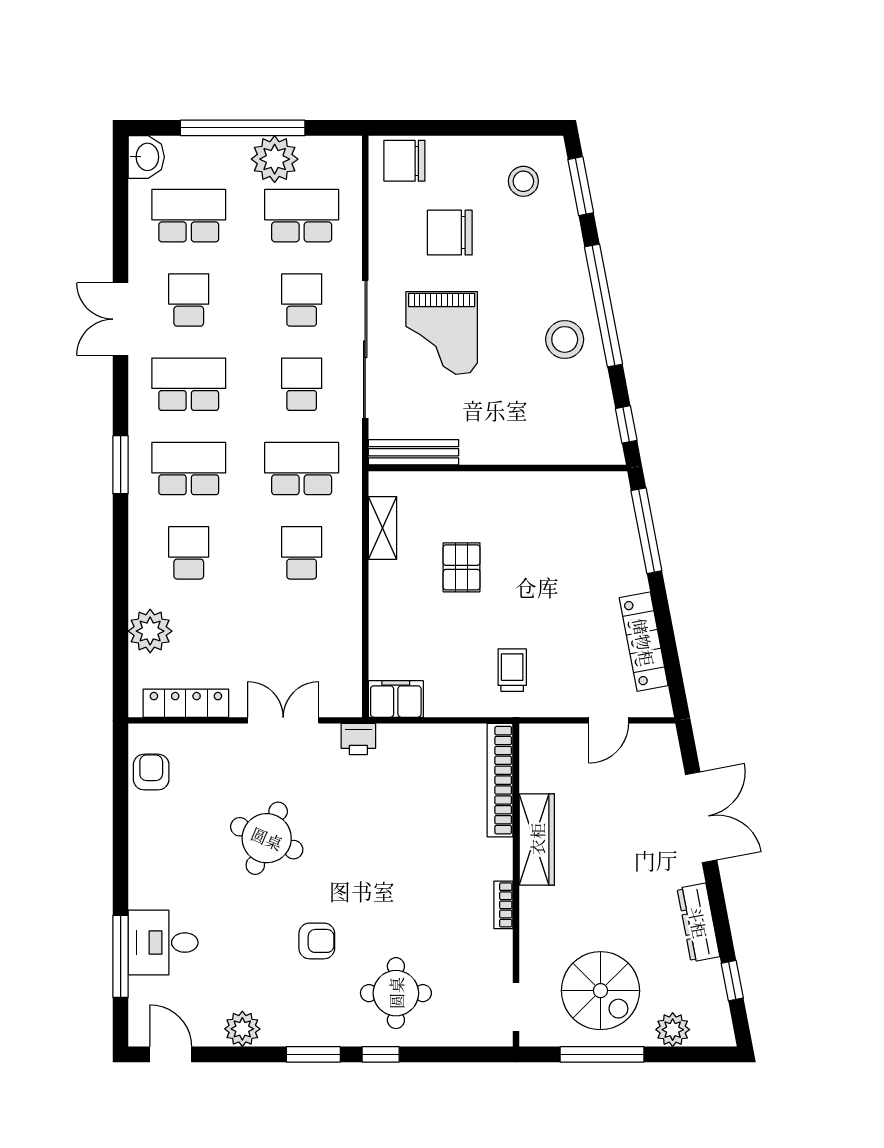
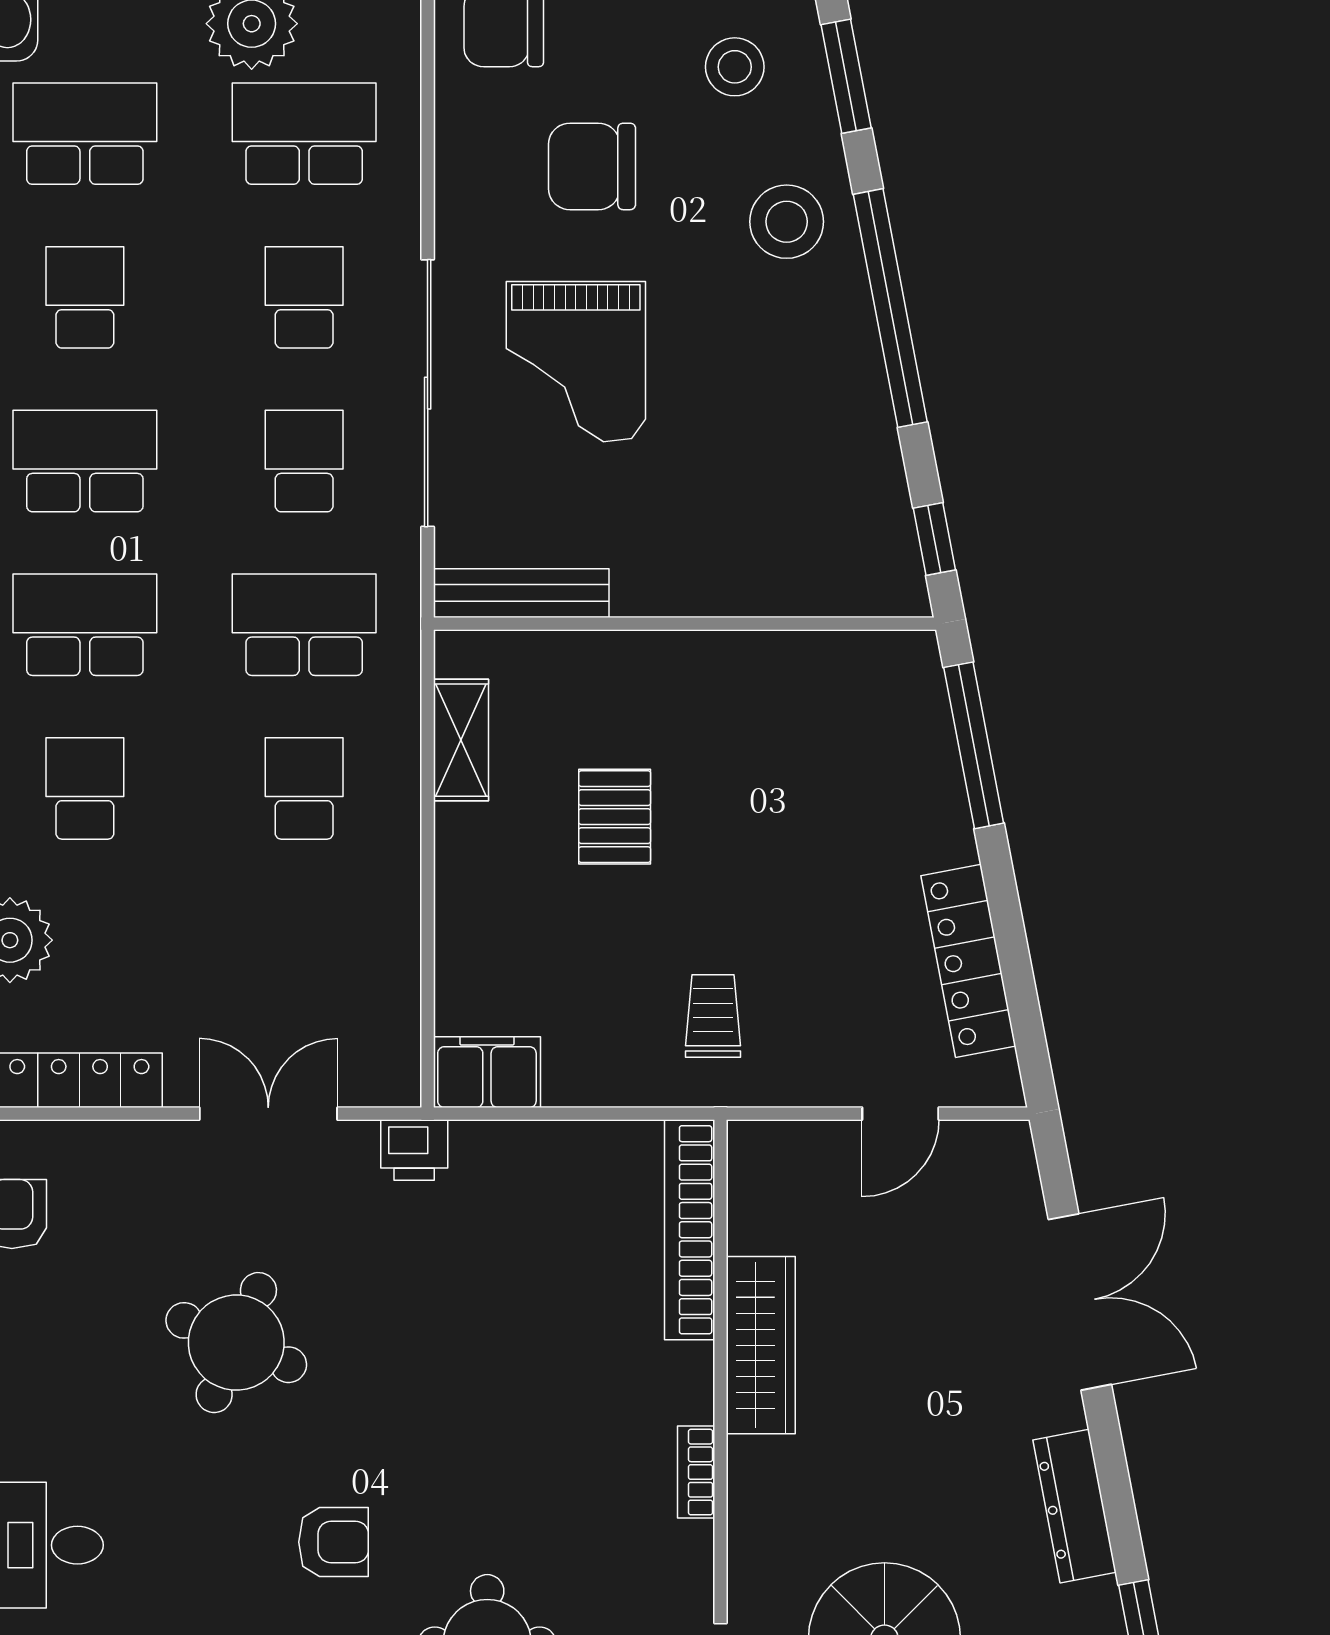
stool: (565, 339) -> (787, 222), moved

